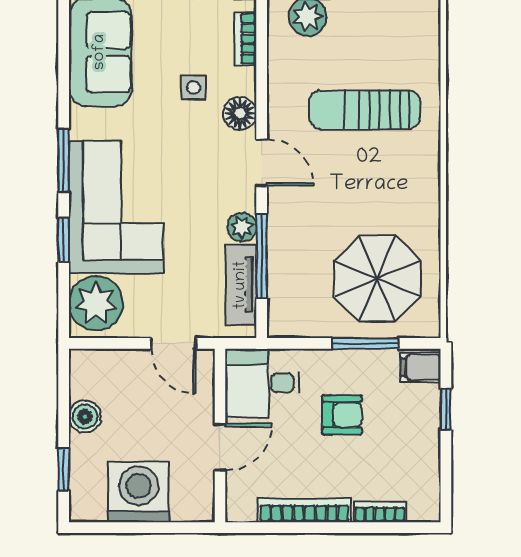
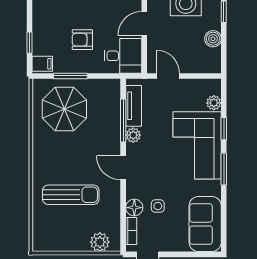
floor lamp: (240, 113) -> (134, 208), moved
plant: (96, 303) -> (214, 103), width x0.53, depth x0.53

